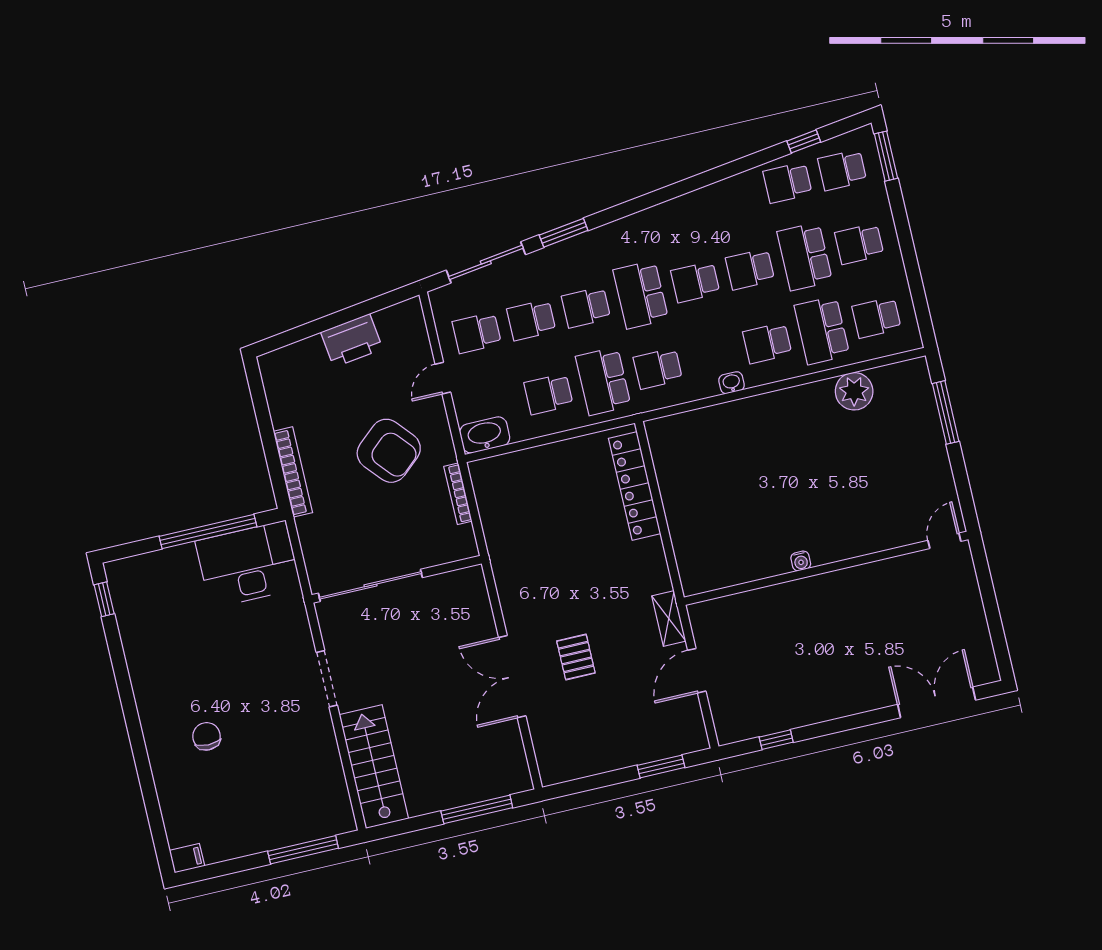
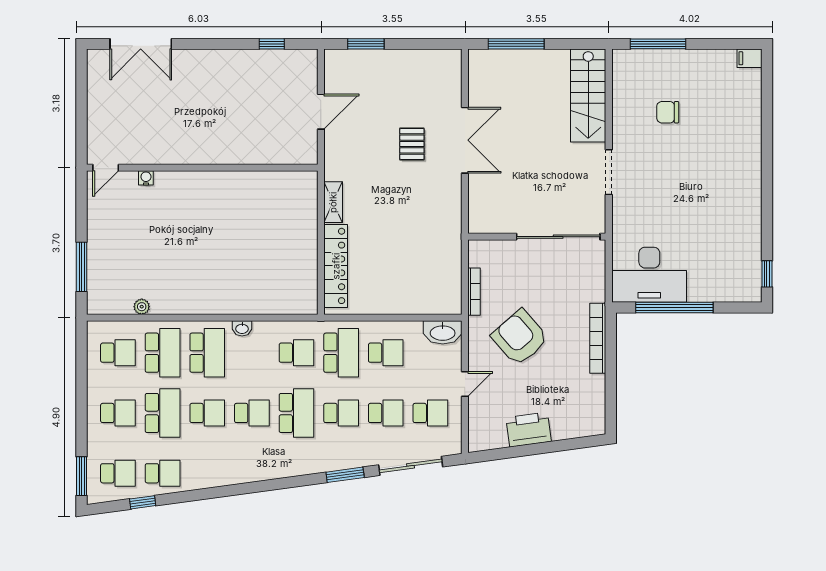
school desk: (767, 343) -> (207, 353), width x1.85
plant: (854, 391) -> (142, 307), width x0.53, depth x0.53
water cooler: (801, 561) -> (146, 178), moved
shelving: (669, 618) -> (333, 202), moved
chair: (207, 736) -> (668, 112), moved, turned 90

